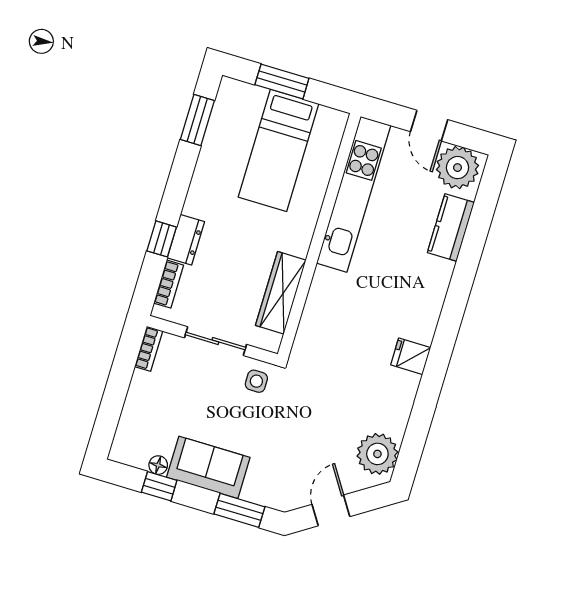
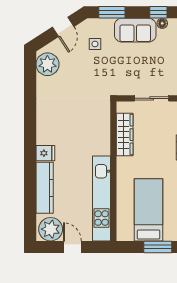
kitchen counter: (451, 228) -> (45, 188), width x1.50
fridge: (411, 356) -> (45, 153), moved
side table: (256, 381) -> (95, 44), moved

